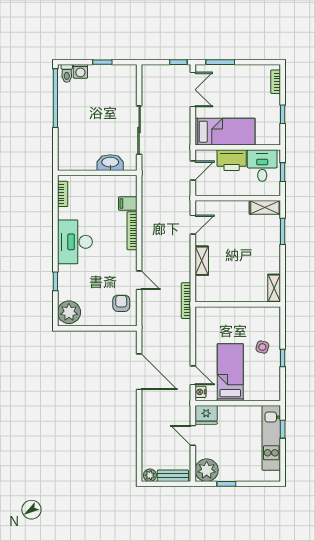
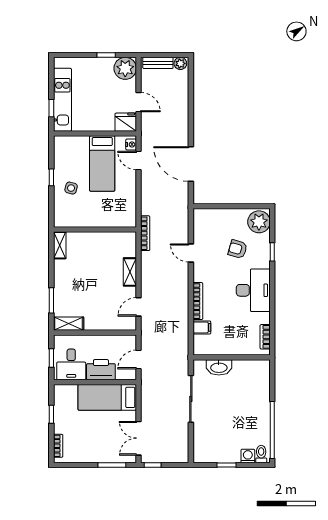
armchair: (121, 303) -> (238, 249), moved, turned 106

